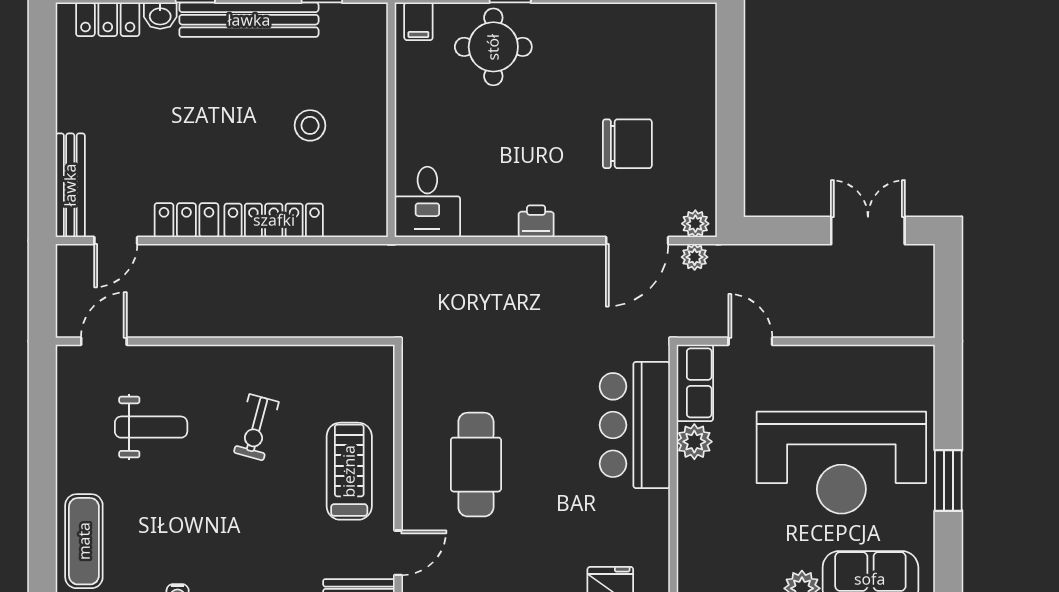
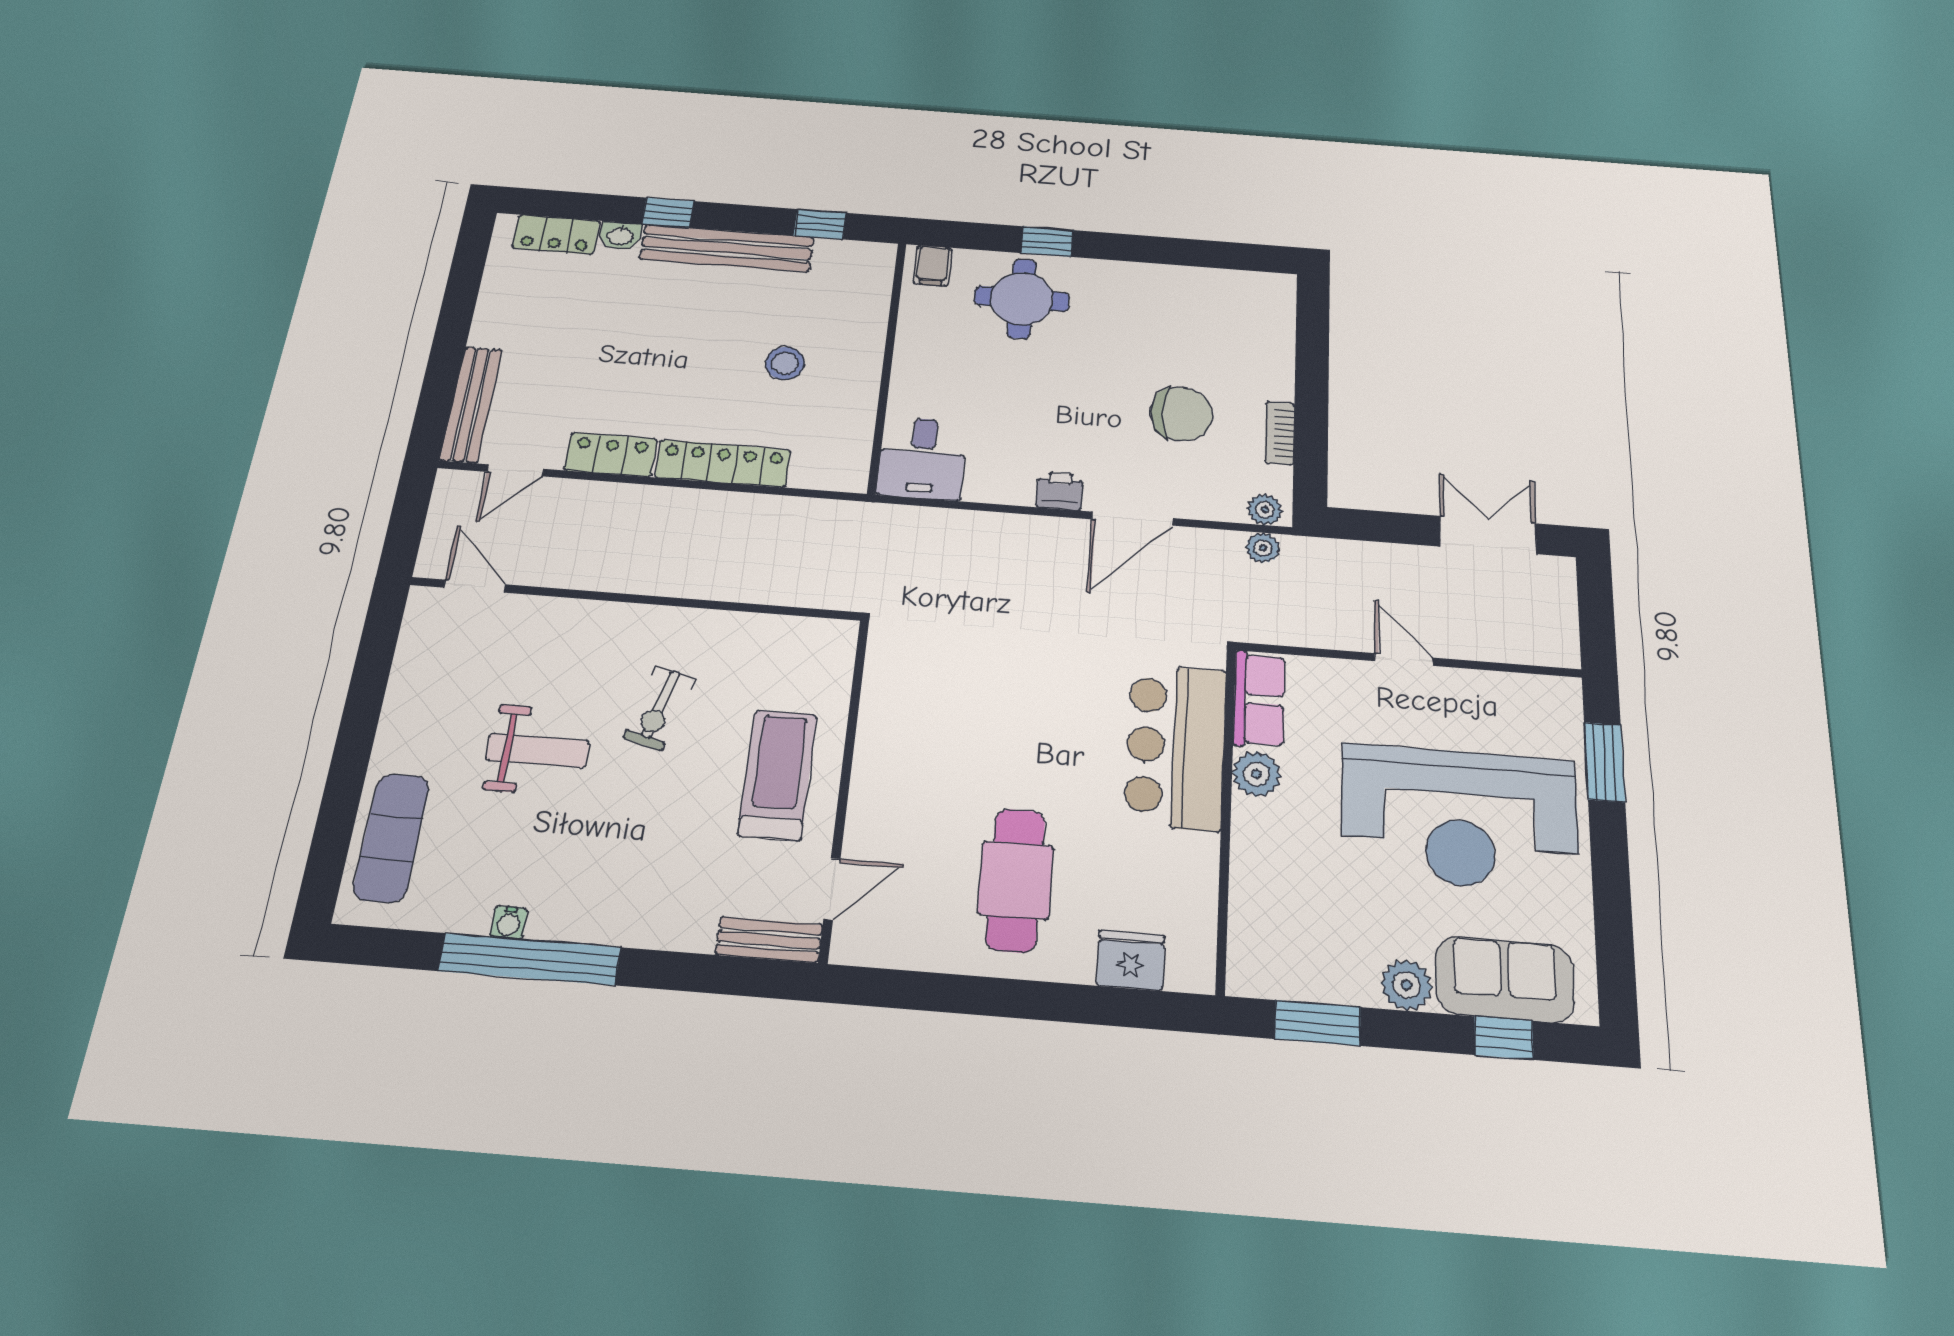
bookcase: (706, 154) -> (1280, 433), added
door: (637, 241) -> (1132, 519), moved
door: (104, 341) -> (475, 586), hinge flipped
door: (750, 341) -> (1404, 659), moved
weight bench: (151, 427) -> (537, 750), moved
cafe table: (476, 465) -> (1016, 880), moved
window: (948, 480) -> (1604, 762), moved

